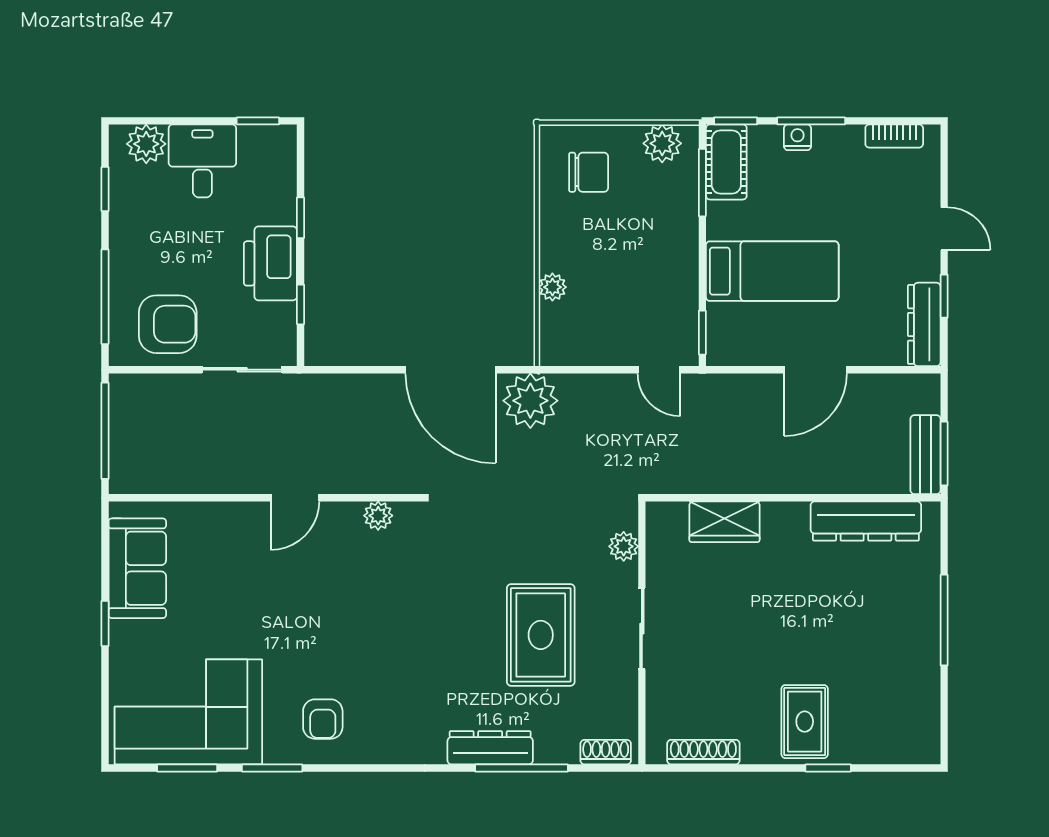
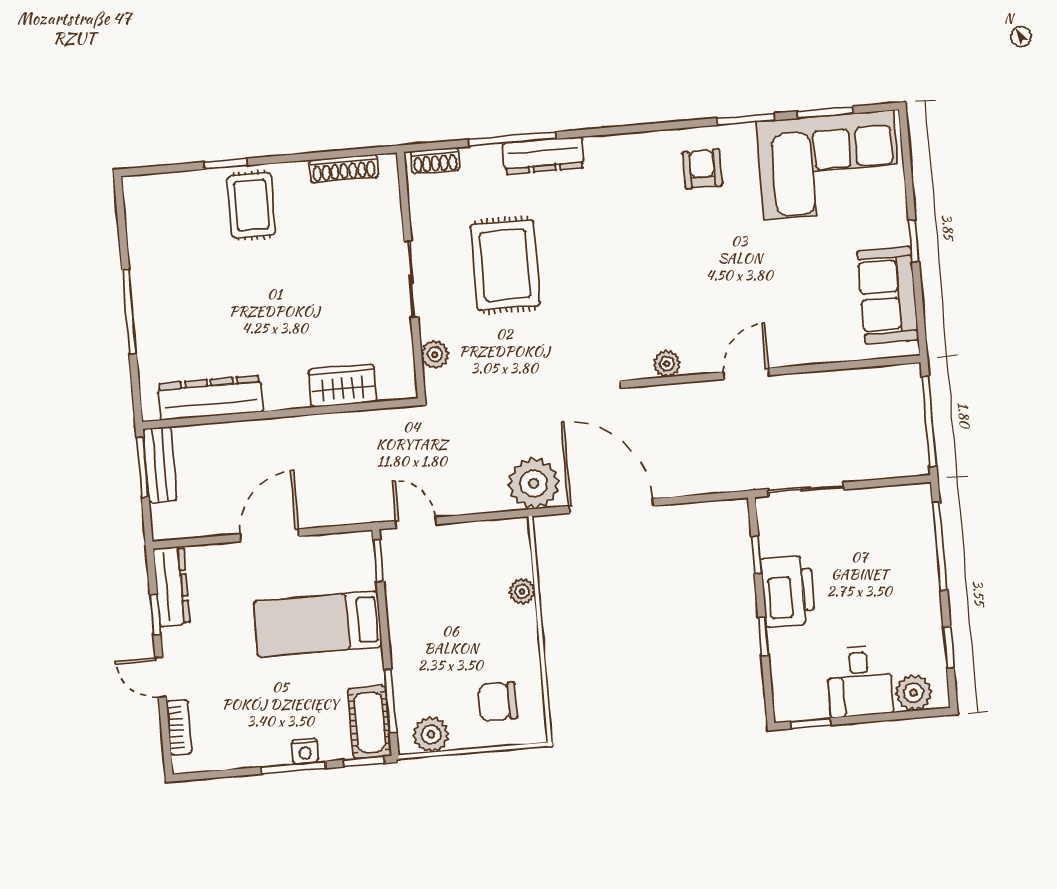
bookcase: (894, 136) -> (179, 727), moved, turned 90
armchair: (168, 324) -> (879, 526), removed

